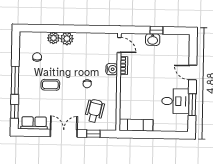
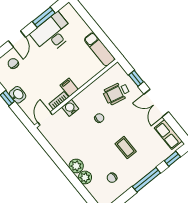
chair: (178, 55) -> (13, 63), added
filing cabinet: (127, 81) -> (69, 87), added
desk: (175, 101) -> (52, 33), width x1.37

